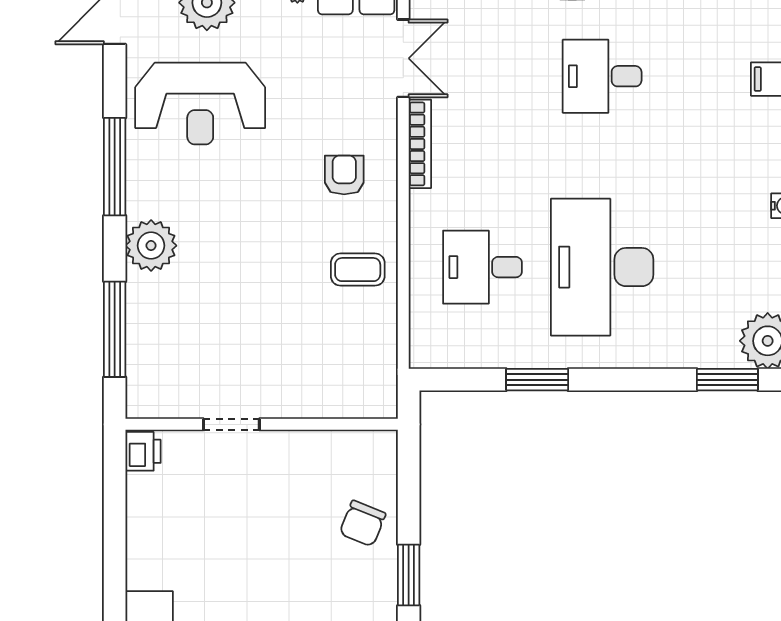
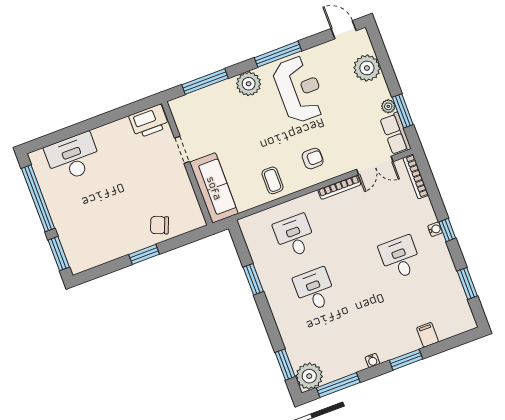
reception desk: (200, 104) -> (299, 89), moved, turned 180
desk: (602, 267) -> (315, 290), width x0.53, depth x0.77
sofa: (329, 390) -> (214, 188), added
printer: (143, 451) -> (149, 121), width x1.87, depth x1.48

